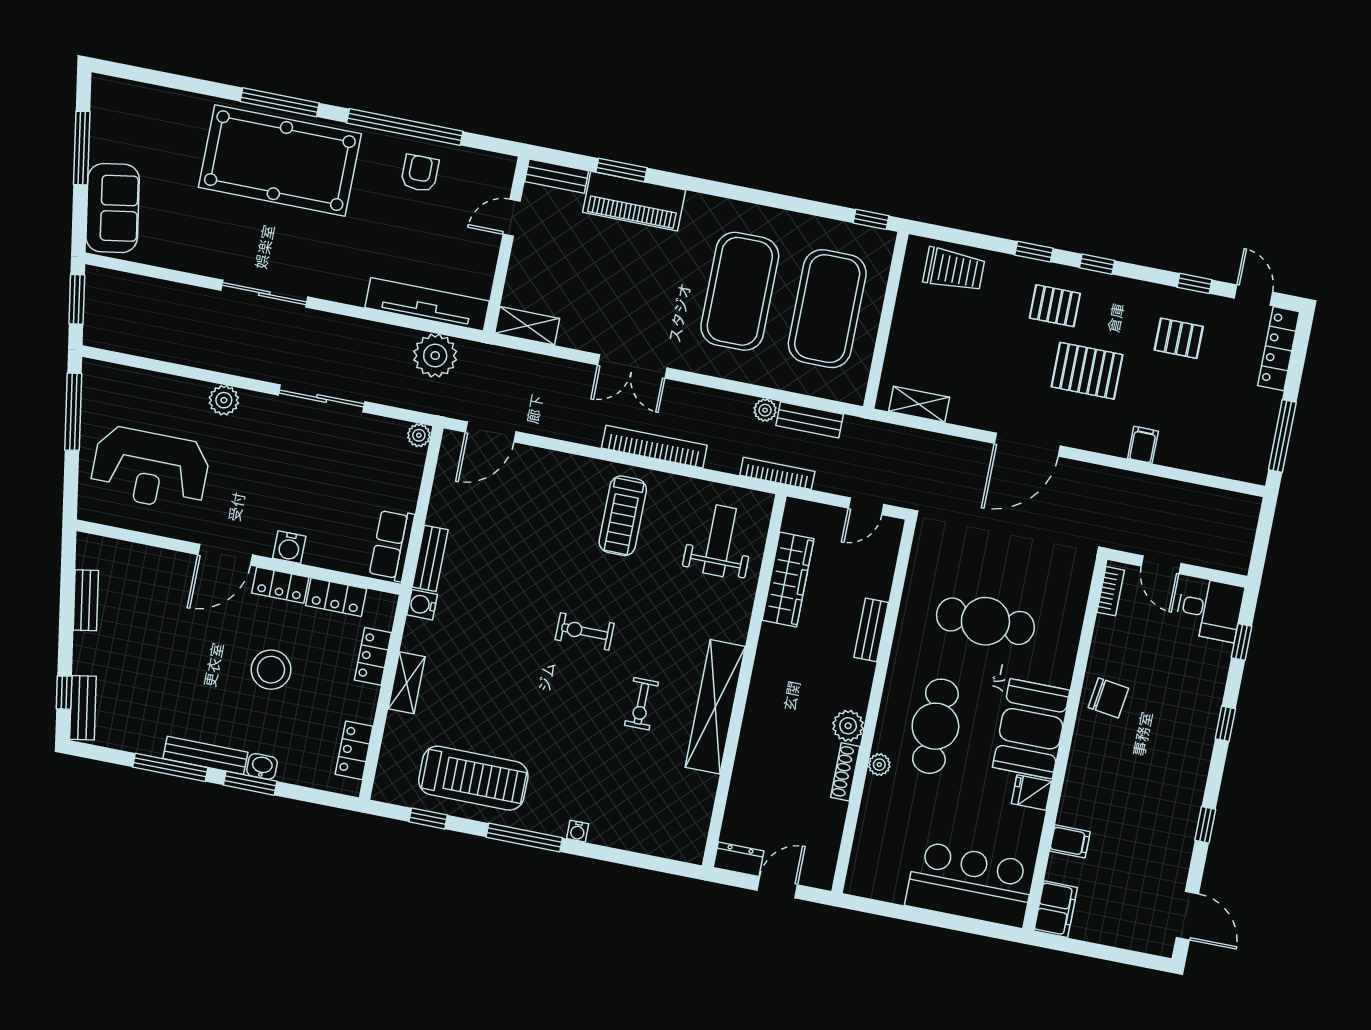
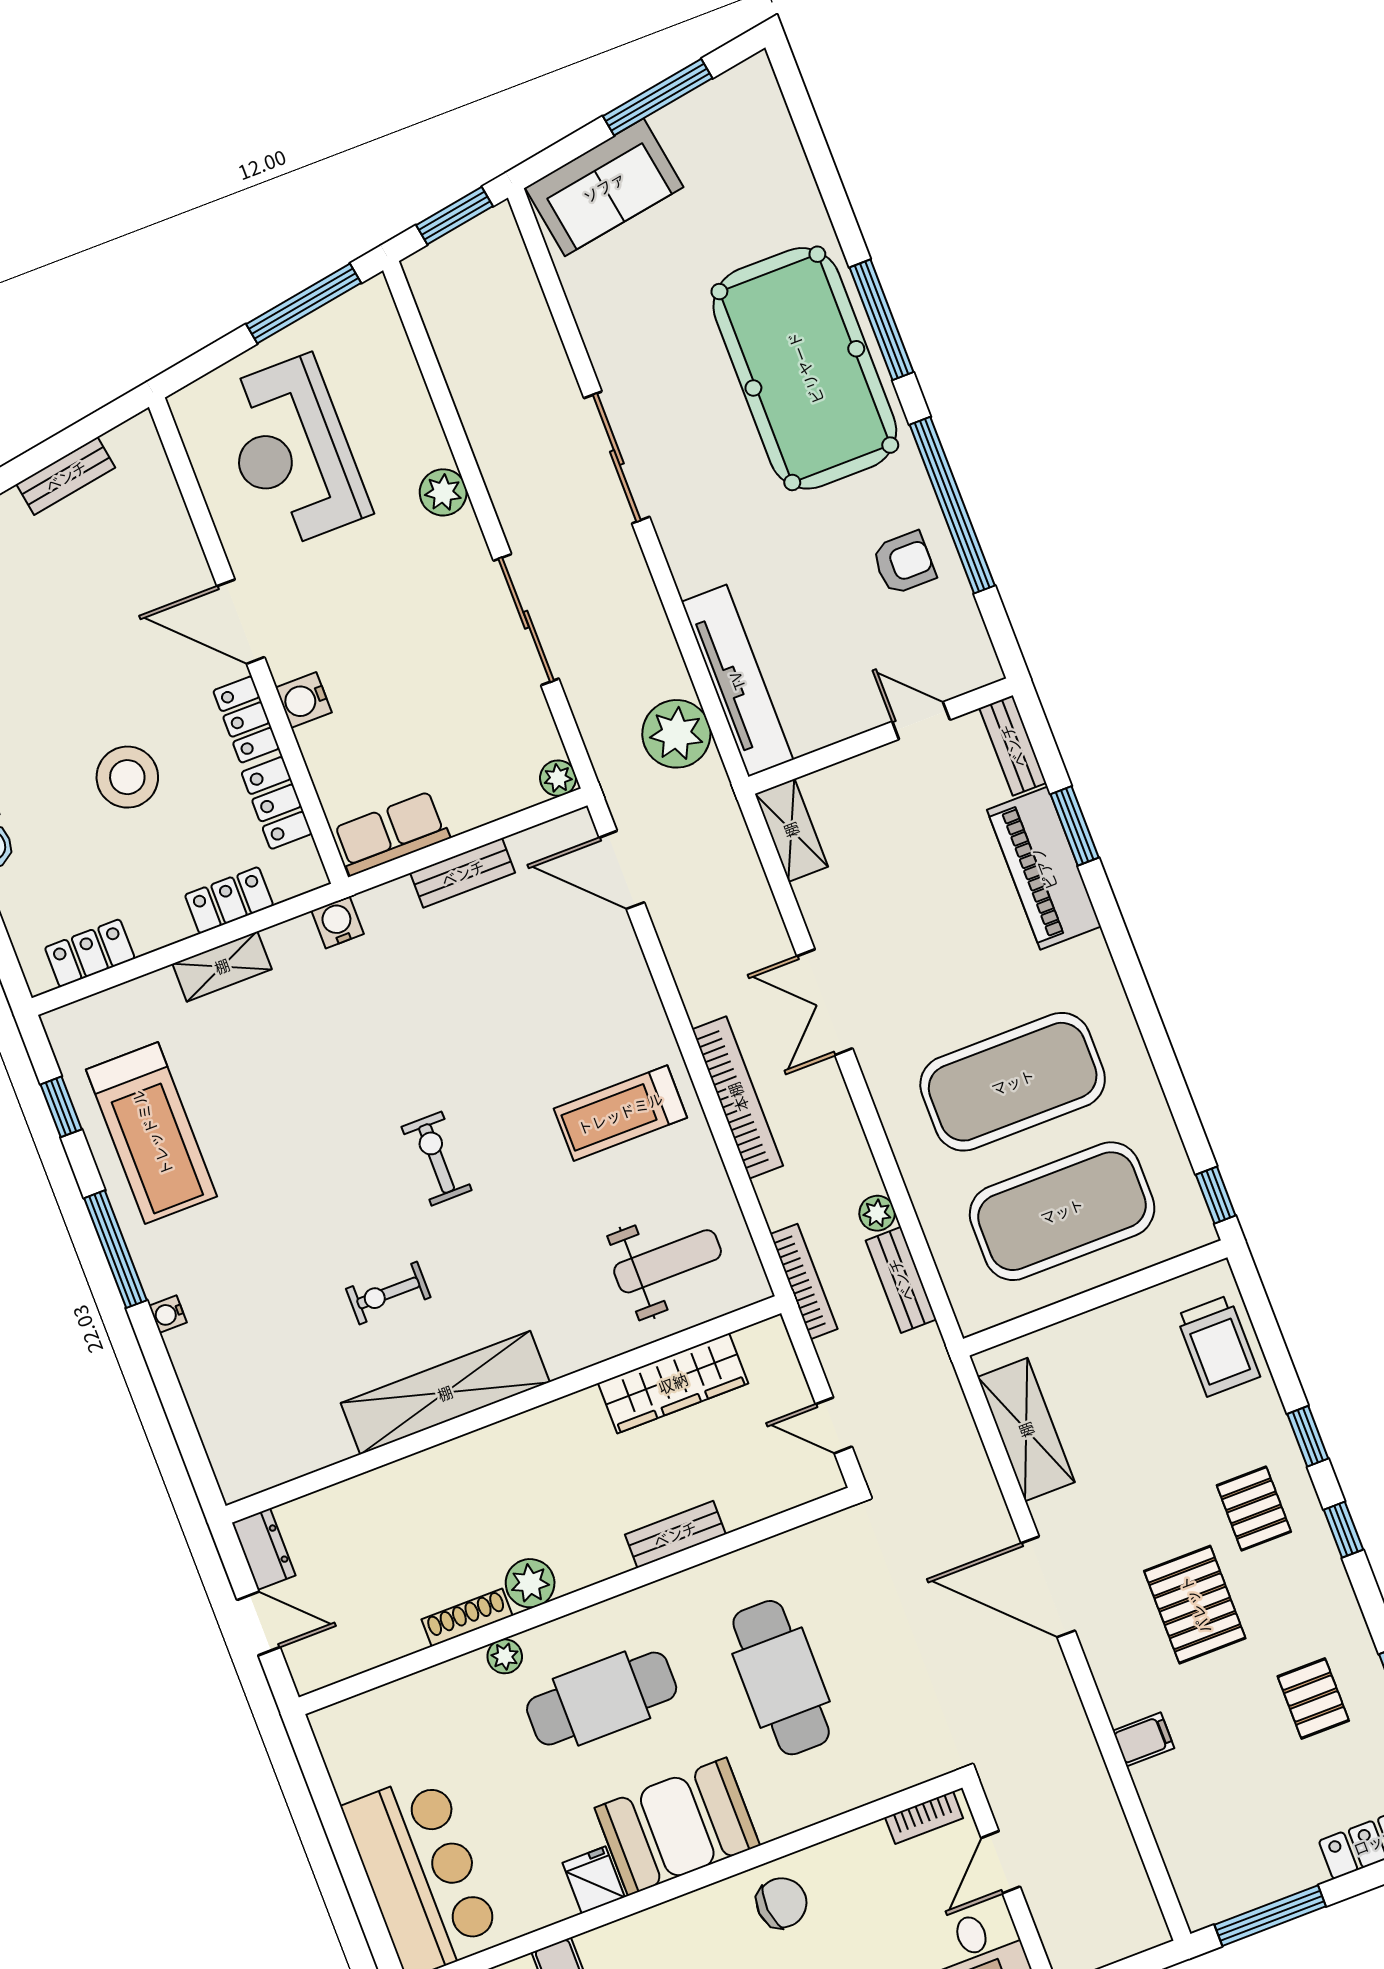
shelving: (919, 404) -> (1026, 1430), width x1.50, depth x1.33
bench: (430, 558) -> (463, 873), moved
chair: (1108, 698) -> (782, 1903), turned -103

